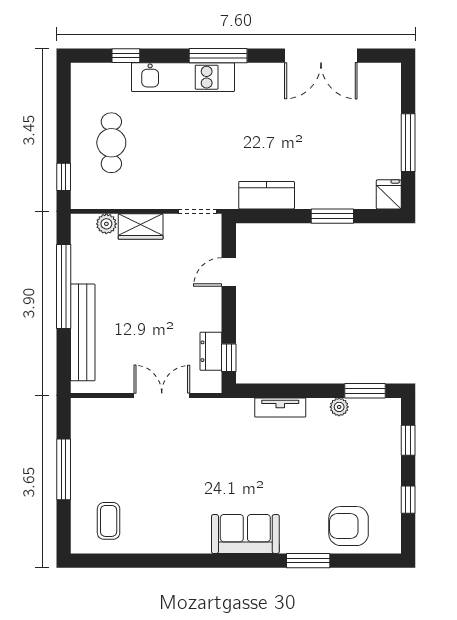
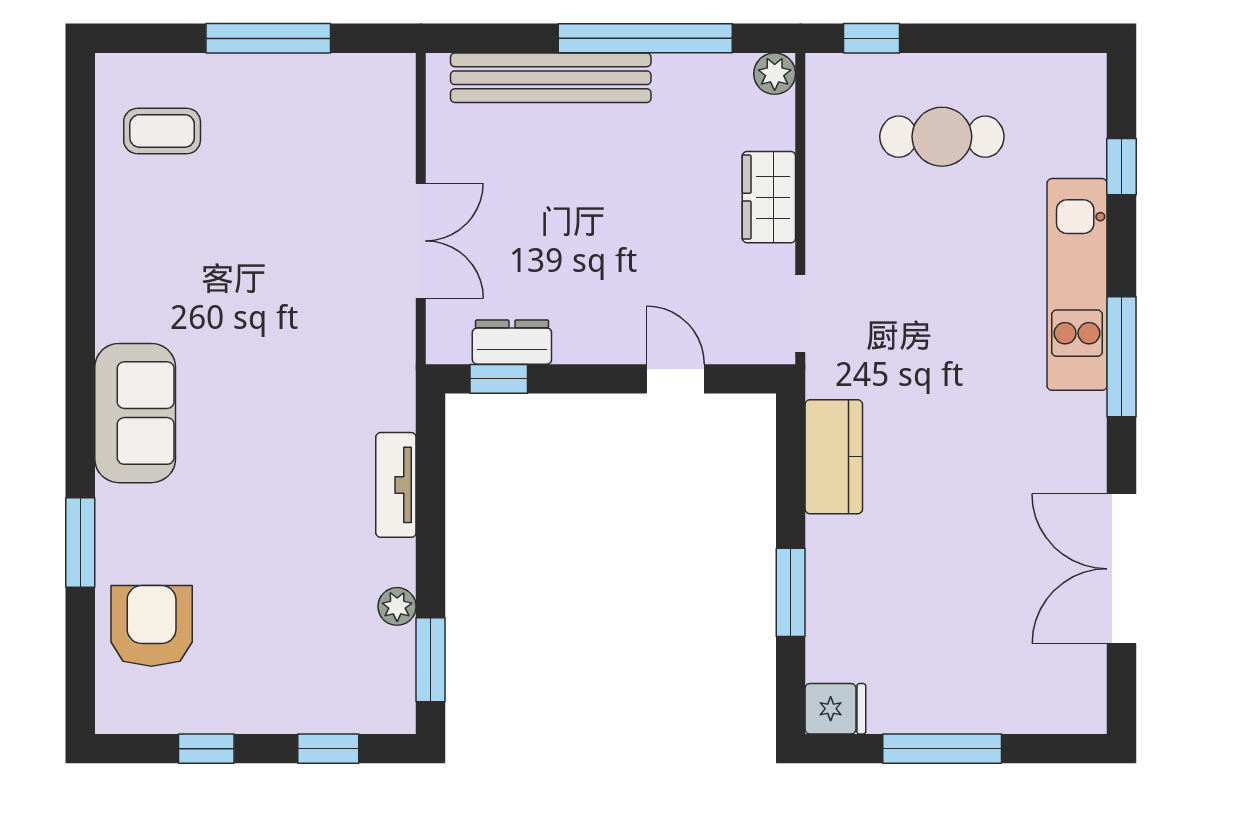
plant: (106, 224) -> (775, 74), moved

